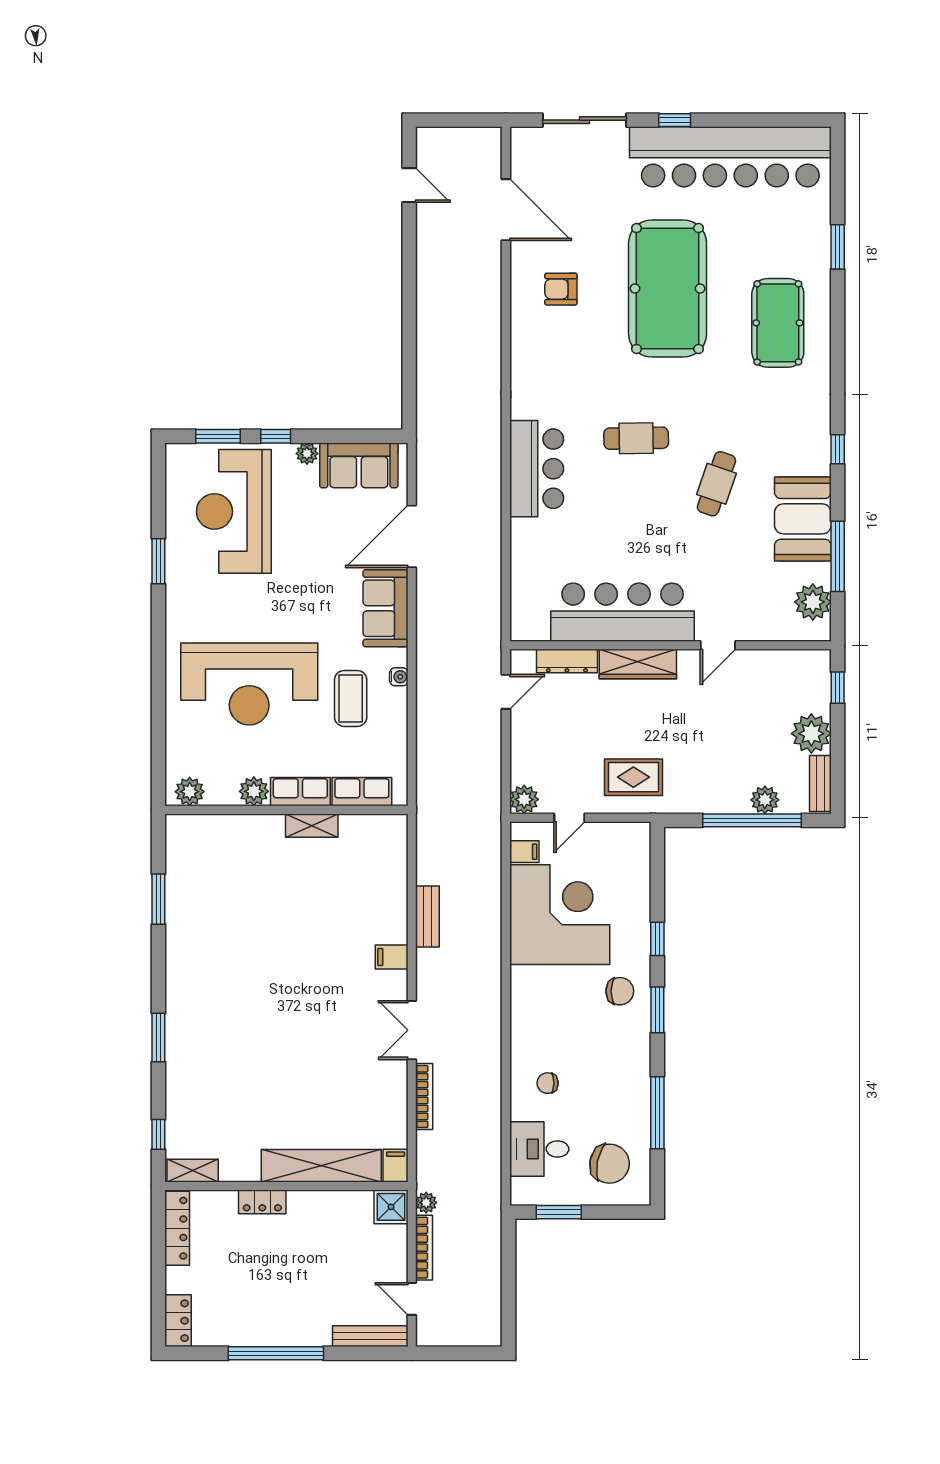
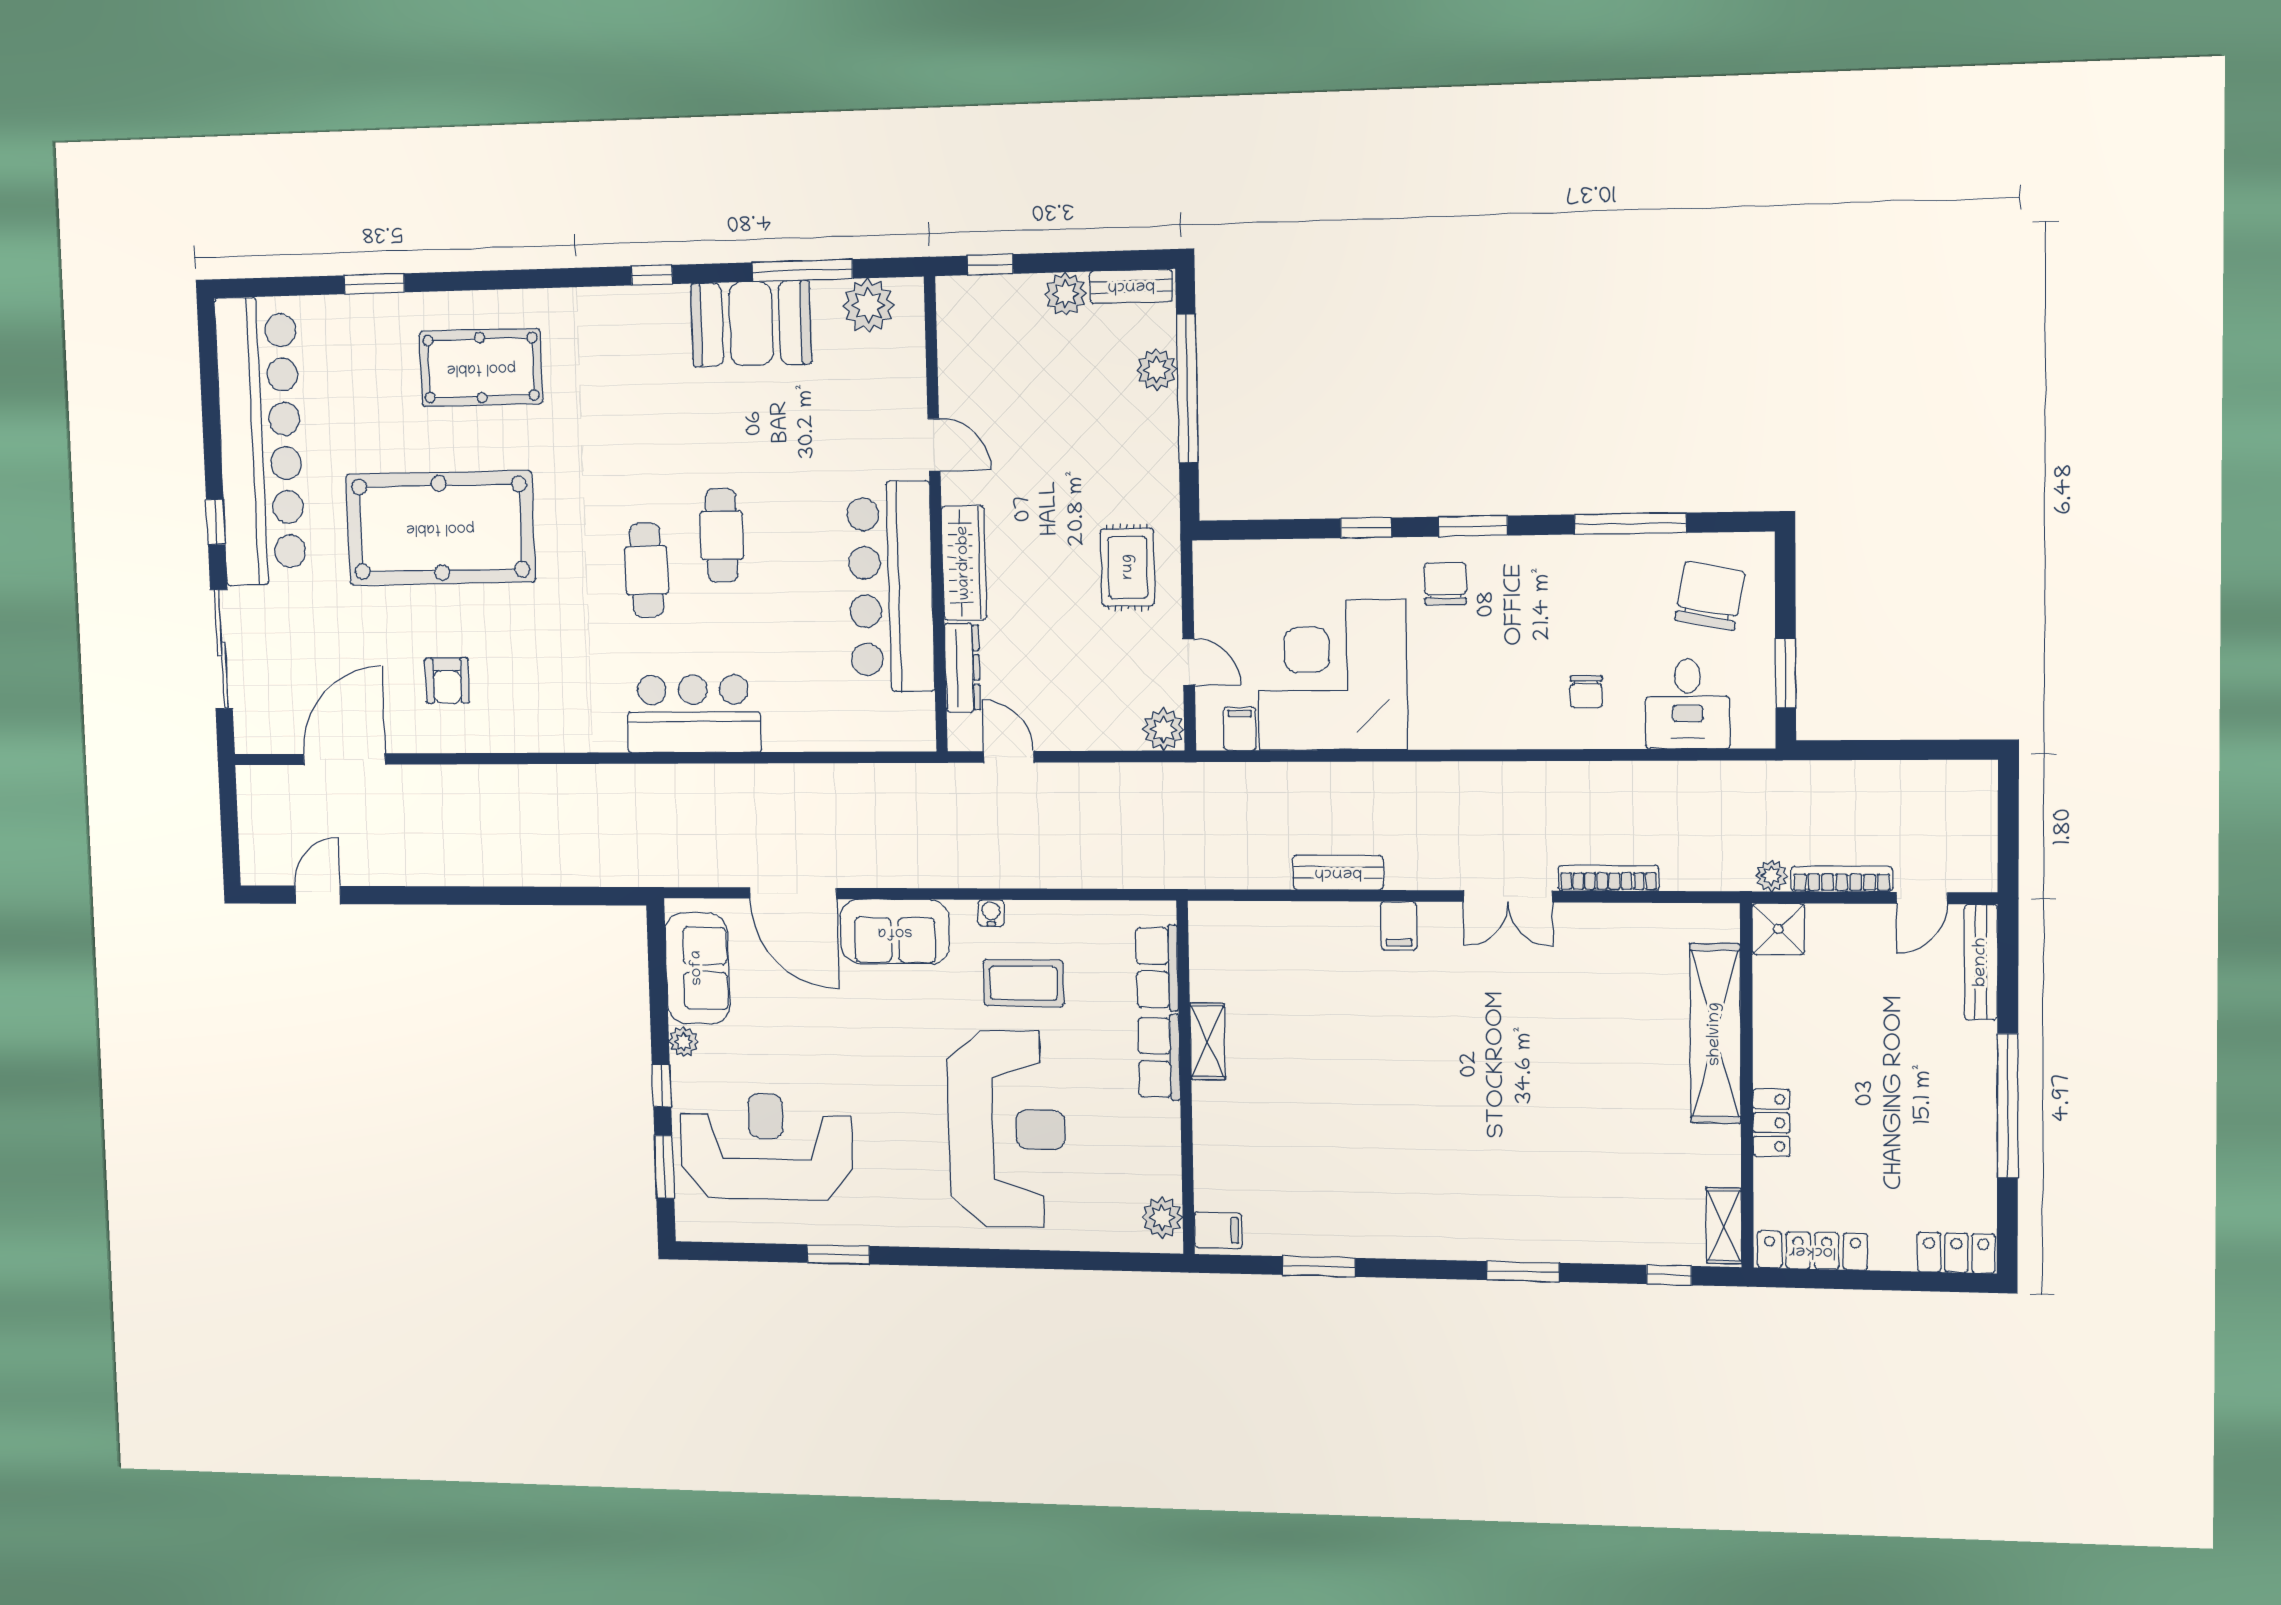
cafe table: (716, 484) -> (722, 535), moved, turned 71
reception desk: (234, 511) -> (766, 1146), turned 180
plant: (811, 734) -> (1066, 294), width x0.73, depth x0.73
plant: (254, 791) -> (1160, 1125), removed
filing cabinet: (396, 1166) -> (1218, 1230), moved, turned 180

